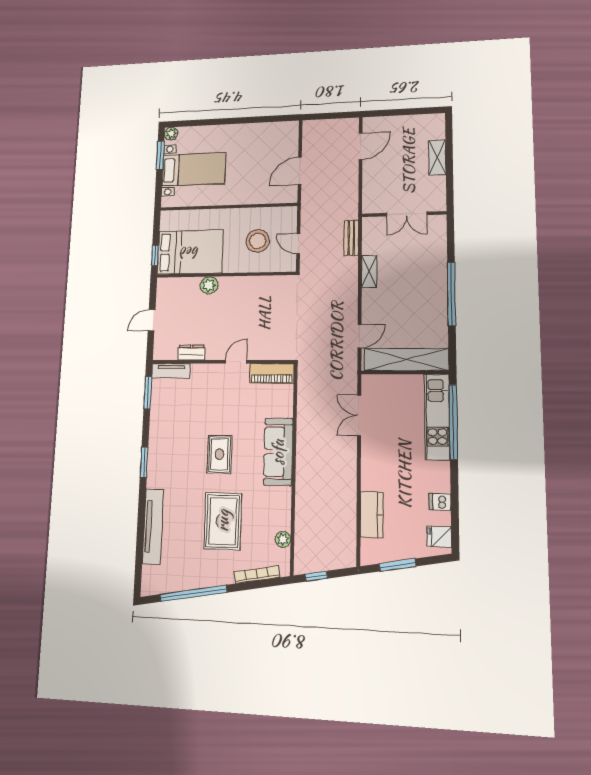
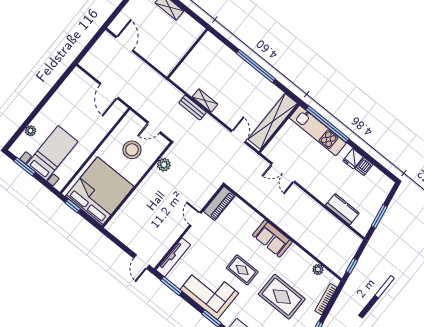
plant: (171, 134) -> (30, 131), moved
double door: (407, 214) -> (189, 52), removed
bench: (351, 238) -> (193, 108), moved
bed: (190, 252) -> (100, 191), width x1.36
window: (155, 256) -> (73, 206), moved
plant: (209, 285) -> (164, 165), moved
door: (152, 320) -> (141, 262), moved
dresser: (192, 352) -> (168, 241), removed
tv unit: (171, 371) -> (173, 257), width x1.41
corner sofa: (171, 437) -> (209, 291), added
sofa: (278, 452) -> (272, 239), width x0.73
fridge: (439, 537) -> (353, 159), moved

